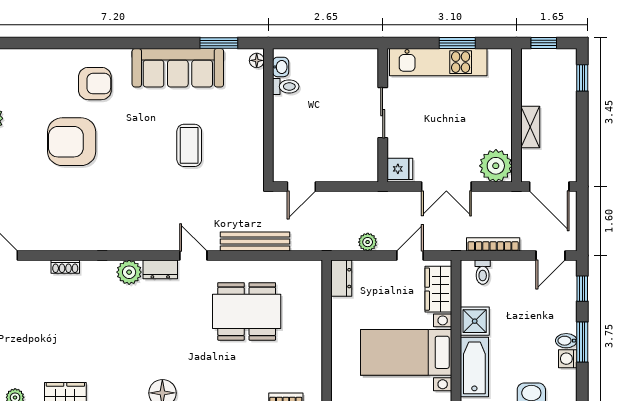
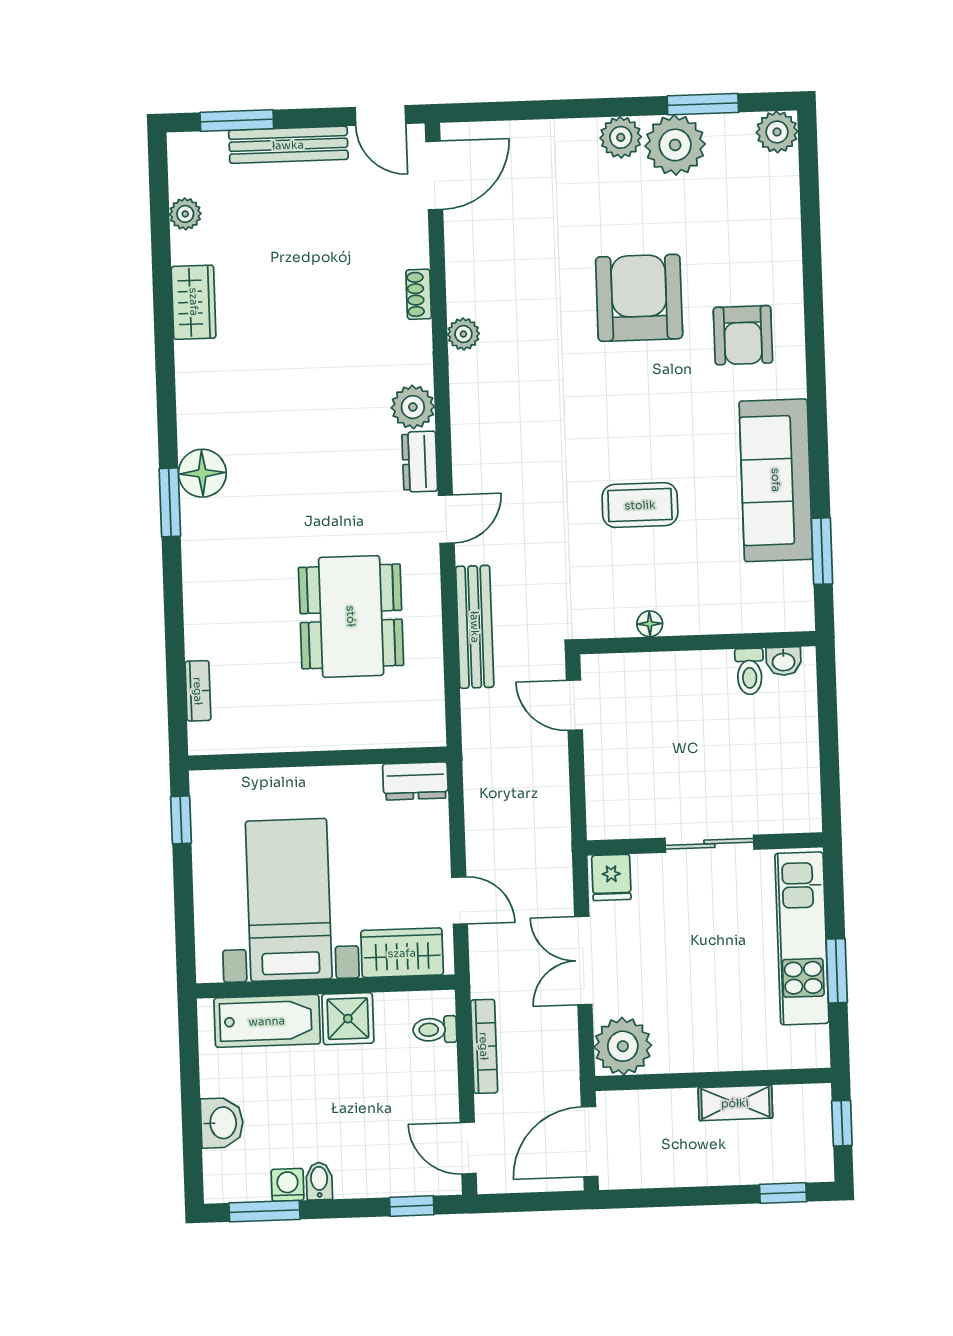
floor lamp: (257, 60) -> (650, 624), moved
shelving: (530, 127) -> (735, 1103), moved
plant: (368, 242) -> (463, 334), moved
window: (582, 342) -> (265, 1211), moved

